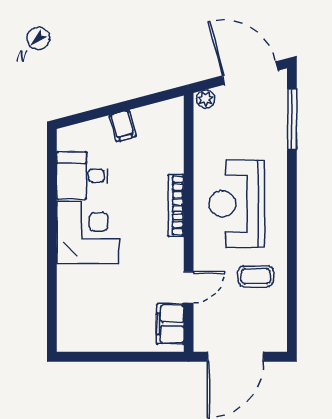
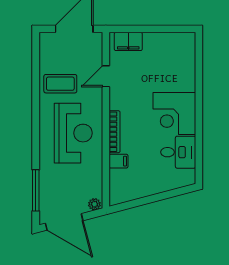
filing cabinet: (123, 126) -> (119, 161), moved, turned 105
coffee table: (256, 276) -> (60, 84), width x1.36, depth x1.30
filing cabinet: (170, 324) -> (128, 41), moved, turned 90

